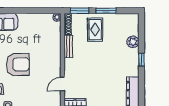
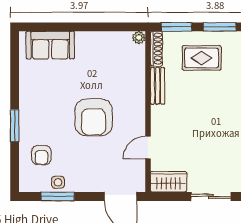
rug: (95, 30) -> (202, 58), turned 90
armchair: (18, 64) -> (94, 117), moved, turned 90

